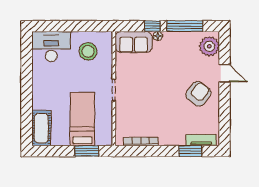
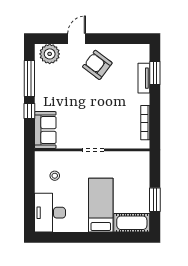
floor lamp: (158, 36) -> (39, 106), removed
stool: (88, 51) -> (55, 176), width x0.53, depth x0.53
bed: (82, 119) -> (101, 205), moved, turned 90
tv unit: (201, 140) -> (144, 78), moved
window: (87, 151) -> (155, 200), moved

